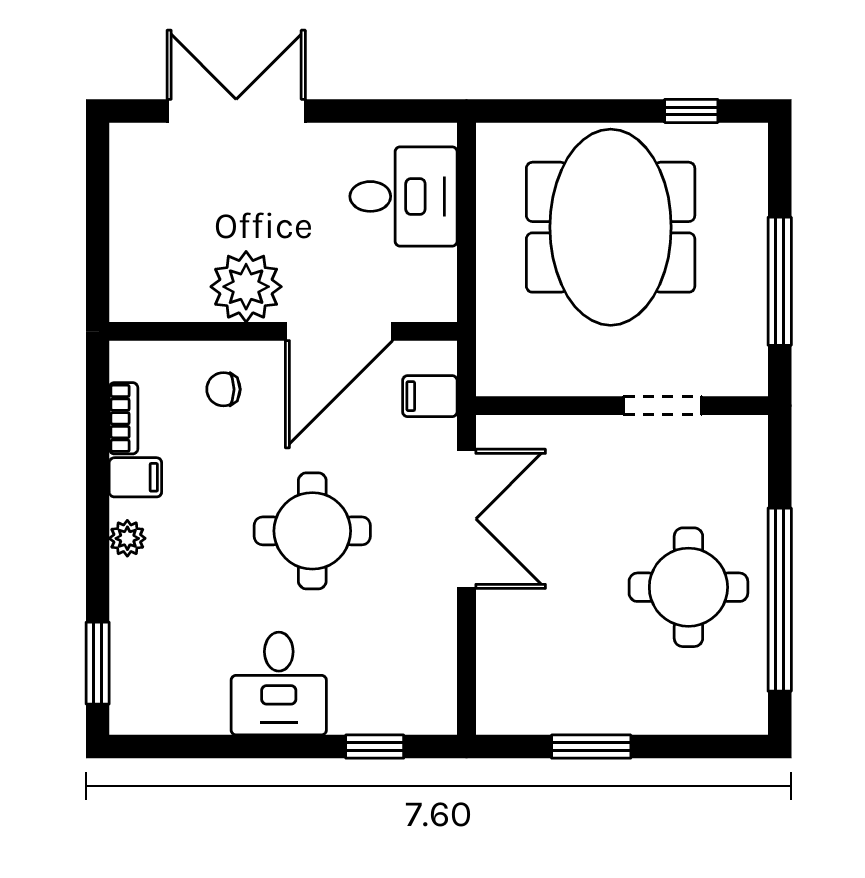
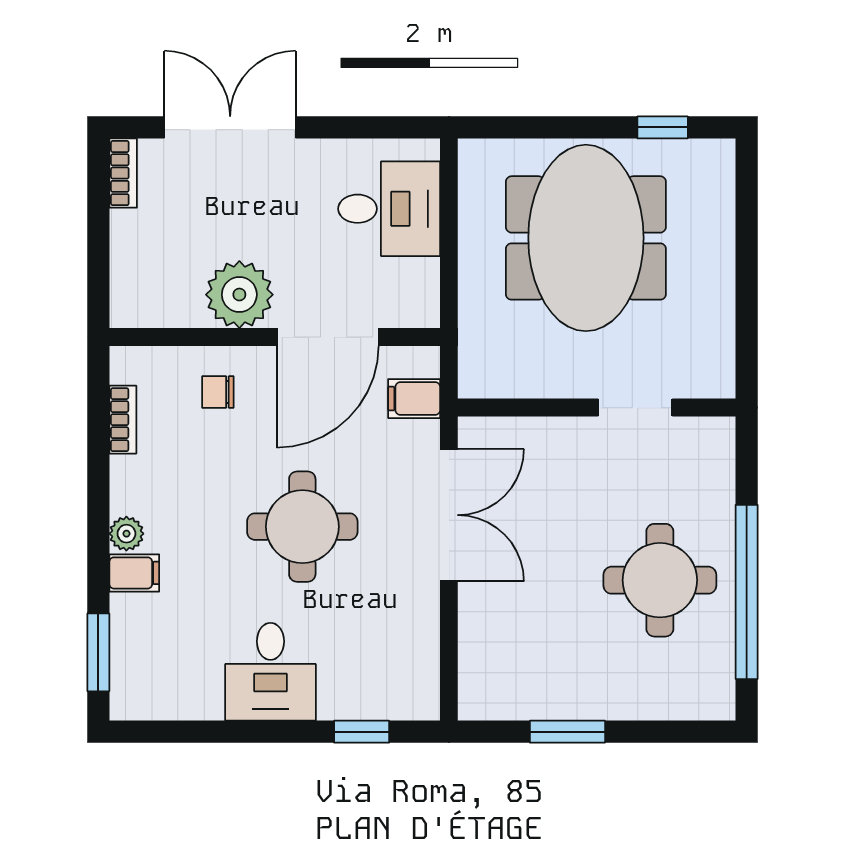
bookcase: (124, 159) -> (123, 173), added
window: (780, 281) -> (747, 289), removed
filing cabinet: (135, 477) -> (134, 573), moved

